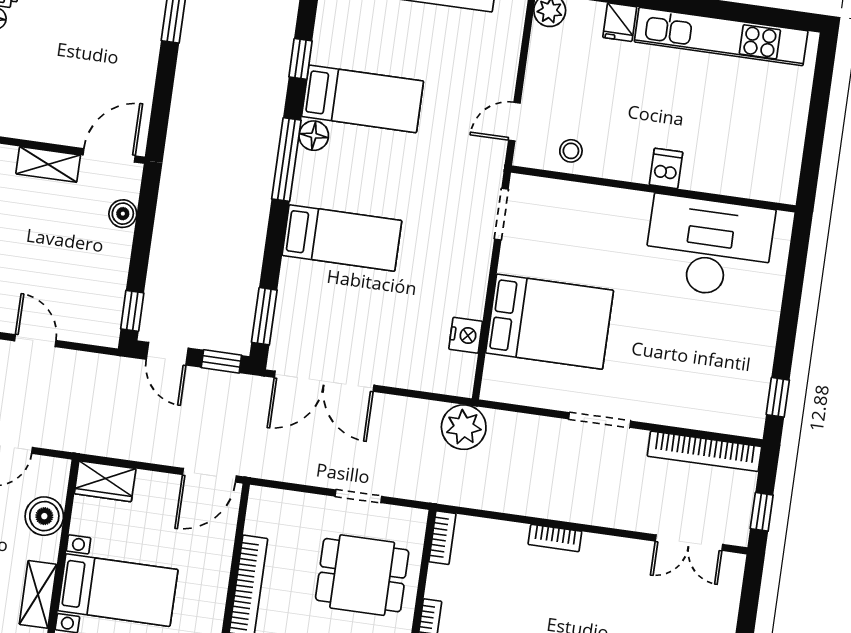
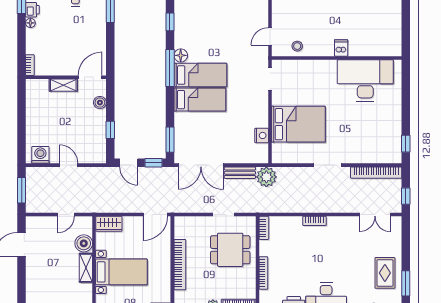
bed: (363, 99) -> (200, 75), moved
window: (132, 311) -> (110, 130), moved
bench: (407, 410) -> (240, 173), added
shelving: (38, 594) -> (86, 268), moved

